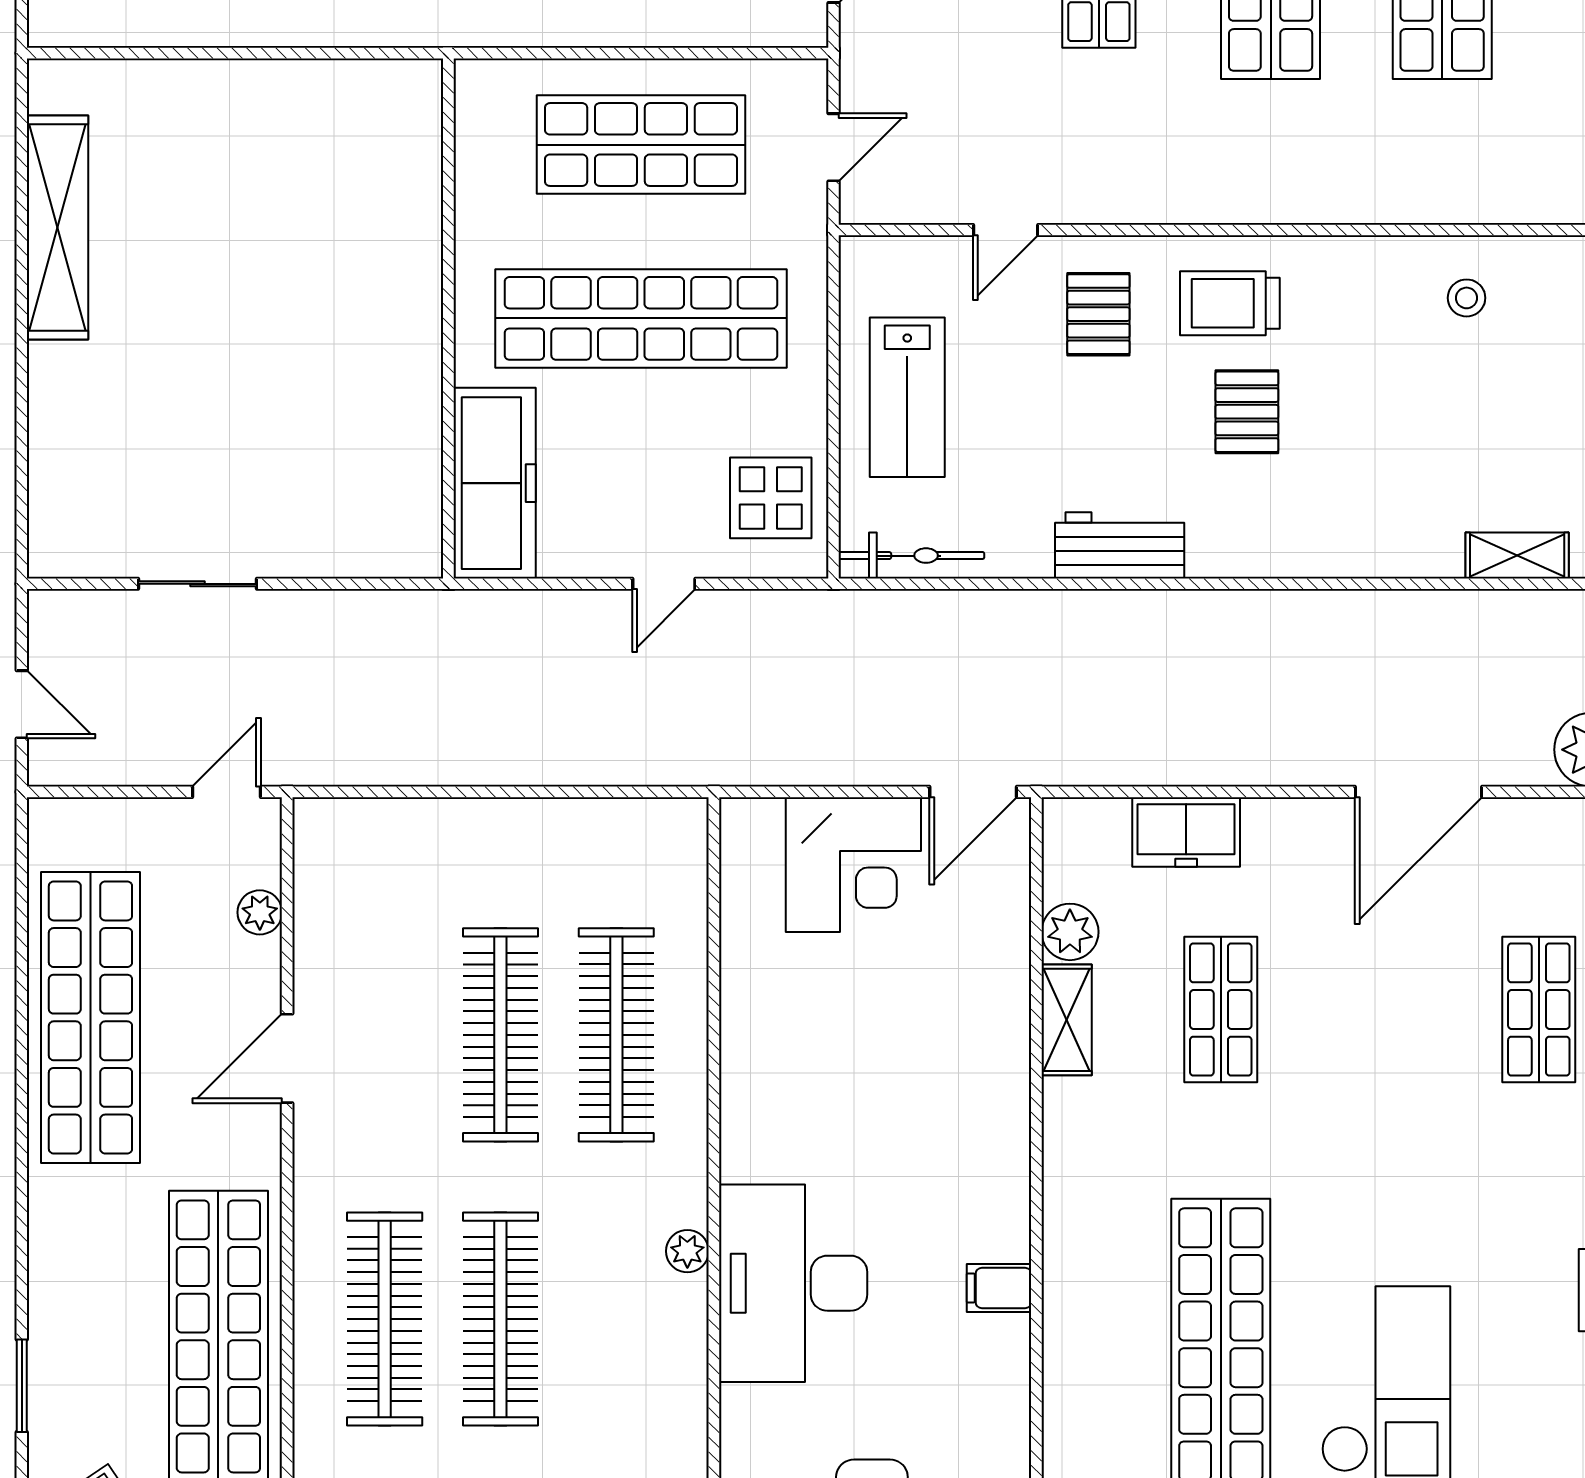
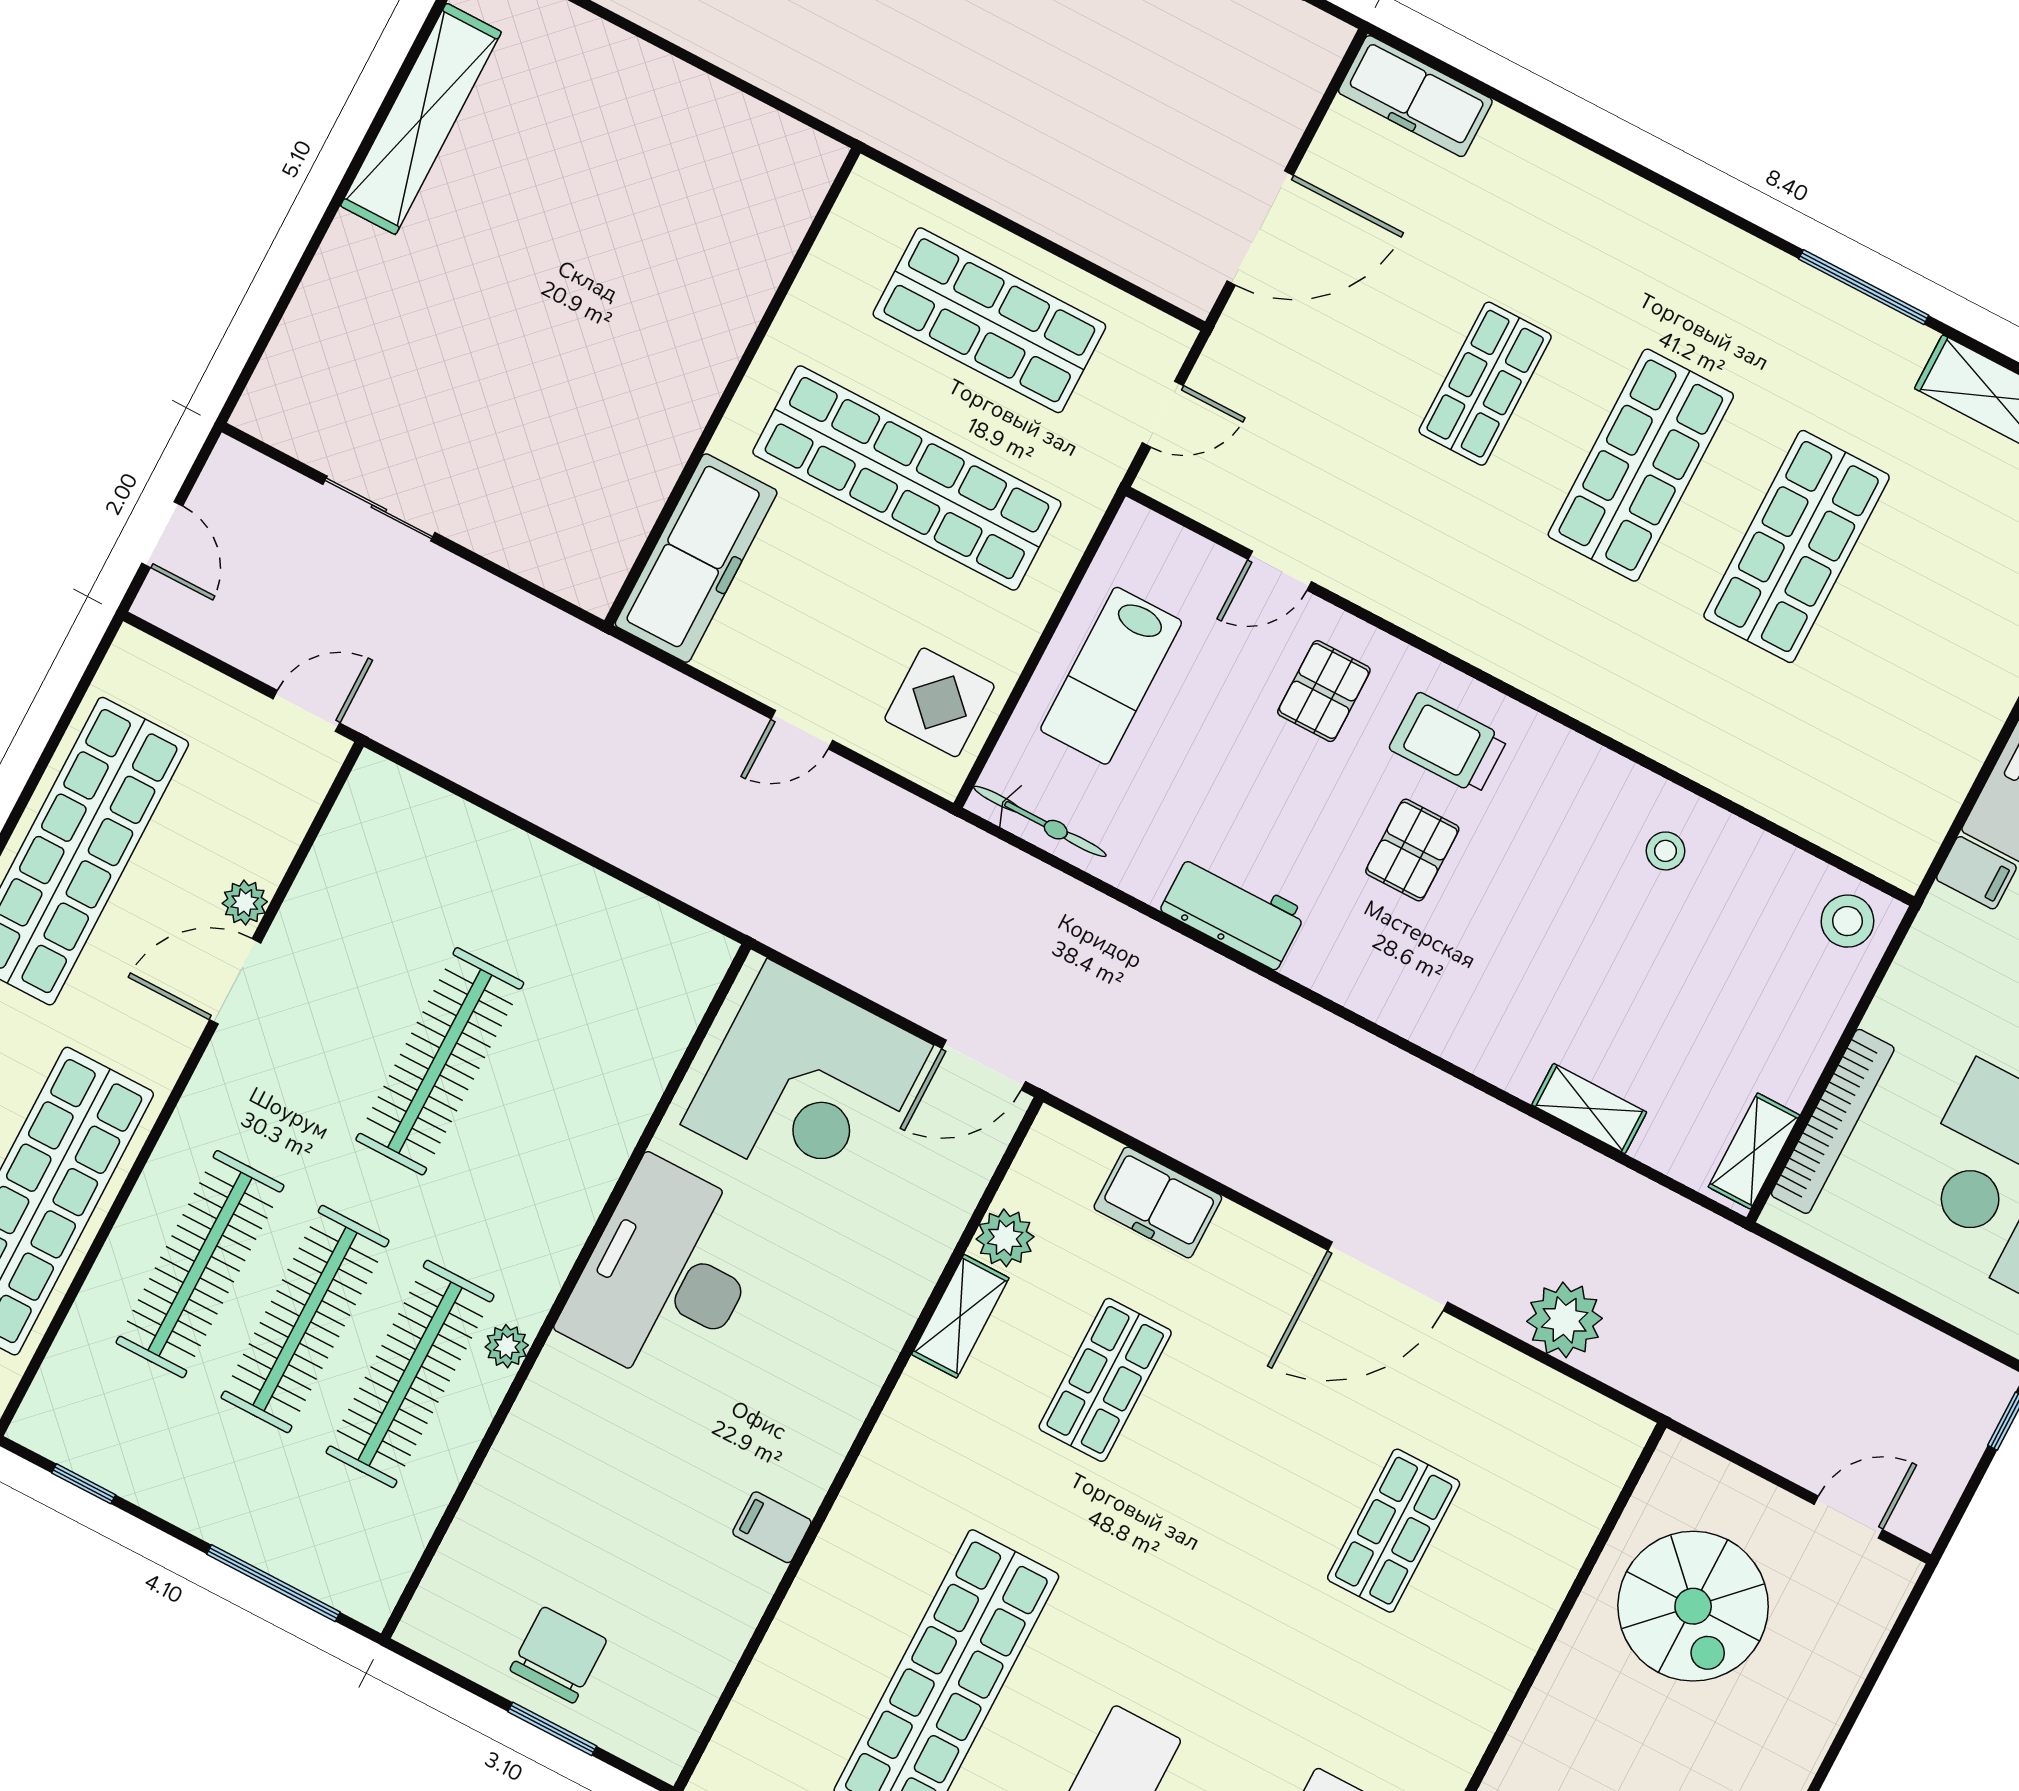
corner desk: (853, 865) -> (807, 1085), width x1.36, depth x1.36
plant: (260, 912) -> (245, 903), moved
clothes rail: (616, 1035) -> (410, 1374), moved
desk: (793, 1283) -> (666, 1275), moved

